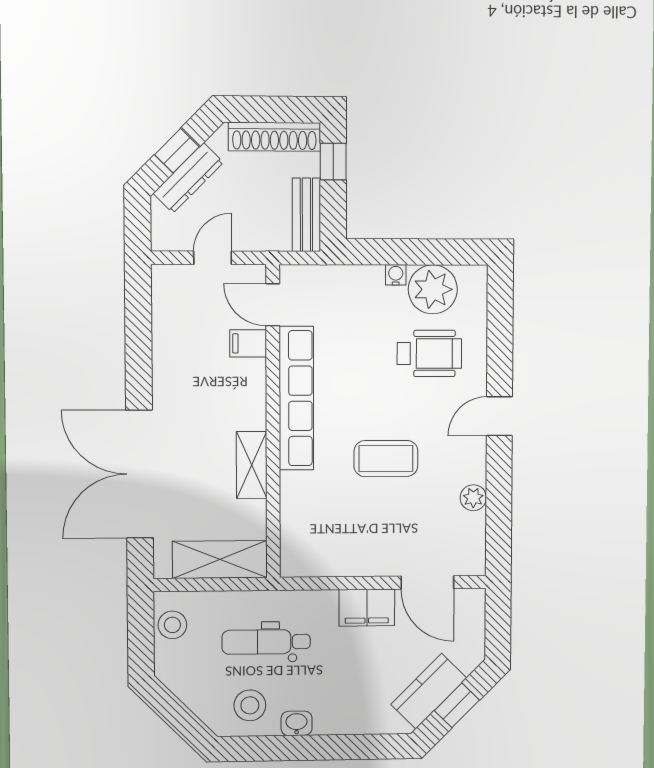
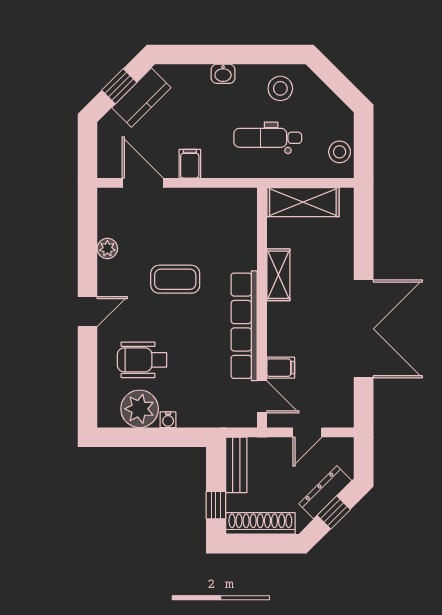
double door: (140, 474) -> (364, 329), moved
filing cabinet: (367, 608) -> (190, 164), width x0.50
dental chair: (266, 642) -> (268, 138), turned 180
washbasin: (297, 723) -> (223, 74), moved

